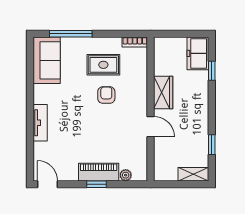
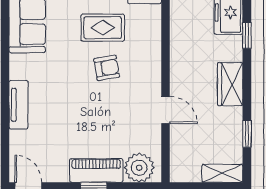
wardrobe: (163, 92) -> (230, 84), moved, turned 180
armchair: (106, 95) -> (107, 68), turned 80
plant: (126, 175) -> (139, 168), width x1.88, depth x1.88

